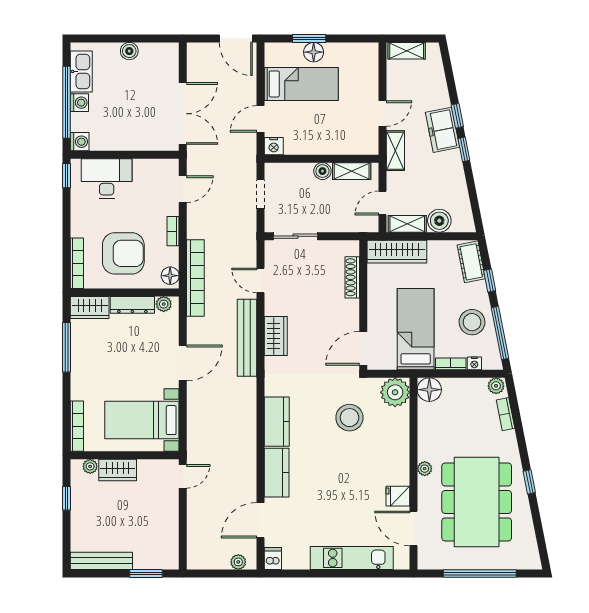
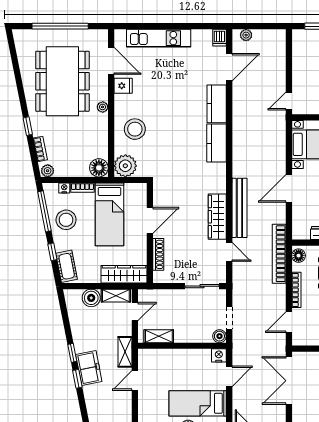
boiler: (322, 171) -> (219, 336), moved
bookcase: (173, 231) -> (296, 290), width x1.56
plant: (164, 304) -> (304, 234), removed
wardrobe: (276, 336) -> (217, 217), width x1.50
door: (363, 348) -> (150, 220), moved
stool: (349, 418) -> (135, 129), moved
window: (529, 482) -> (28, 126), moved

